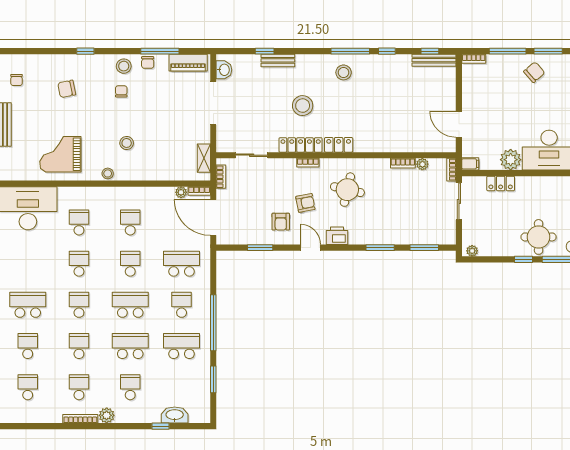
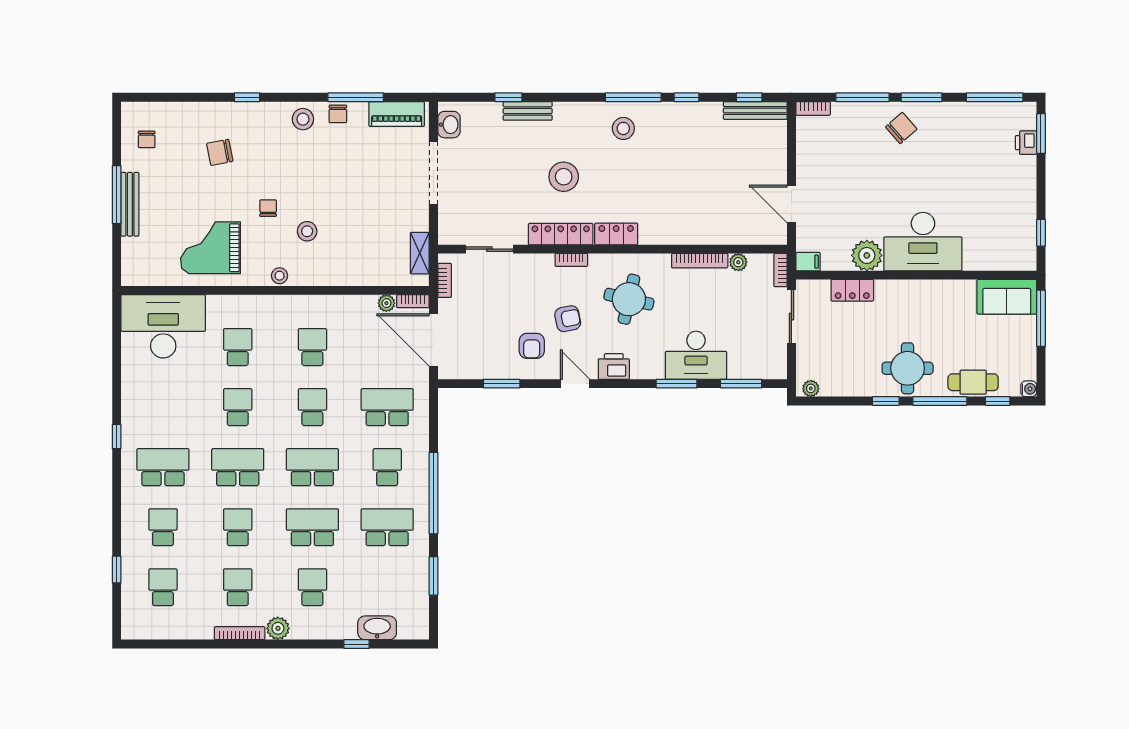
chair: (121, 91) -> (268, 208), moved
bookcase: (403, 163) -> (700, 261), width x1.56
desk: (393, 228) -> (696, 355), added
school desk: (79, 305) -> (238, 467), width x1.85

